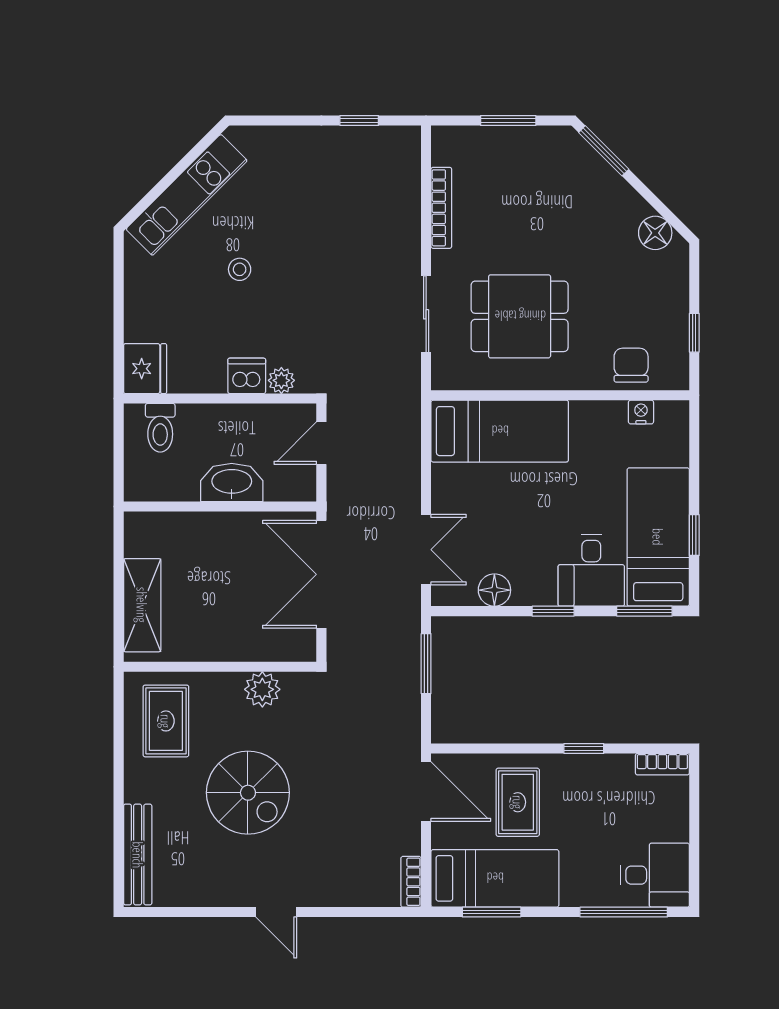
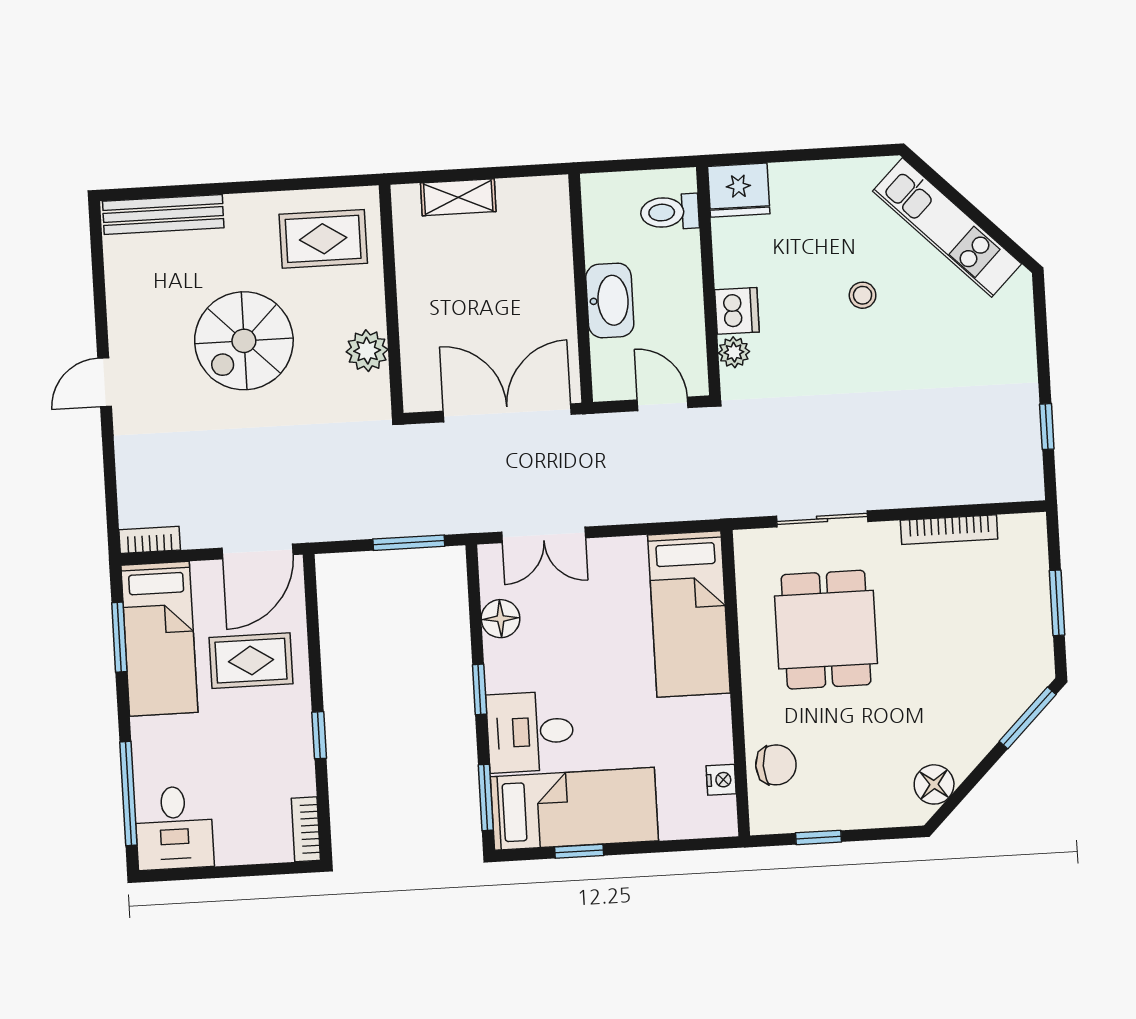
shelving: (142, 605) -> (458, 197), width x0.67, depth x0.75

